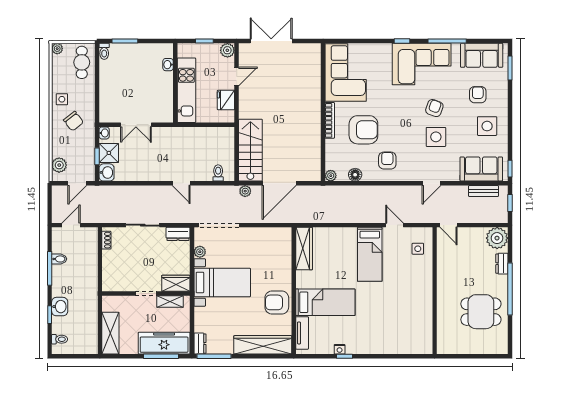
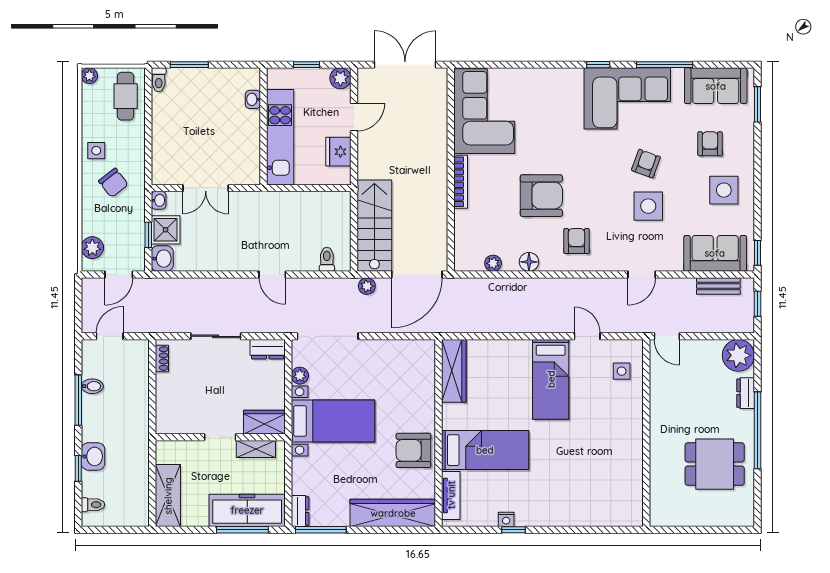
corner sofa: (346, 73) -> (484, 111), moved
wall: (323, 112) -> (451, 170), moved
bookcase: (330, 120) -> (461, 182), moved

